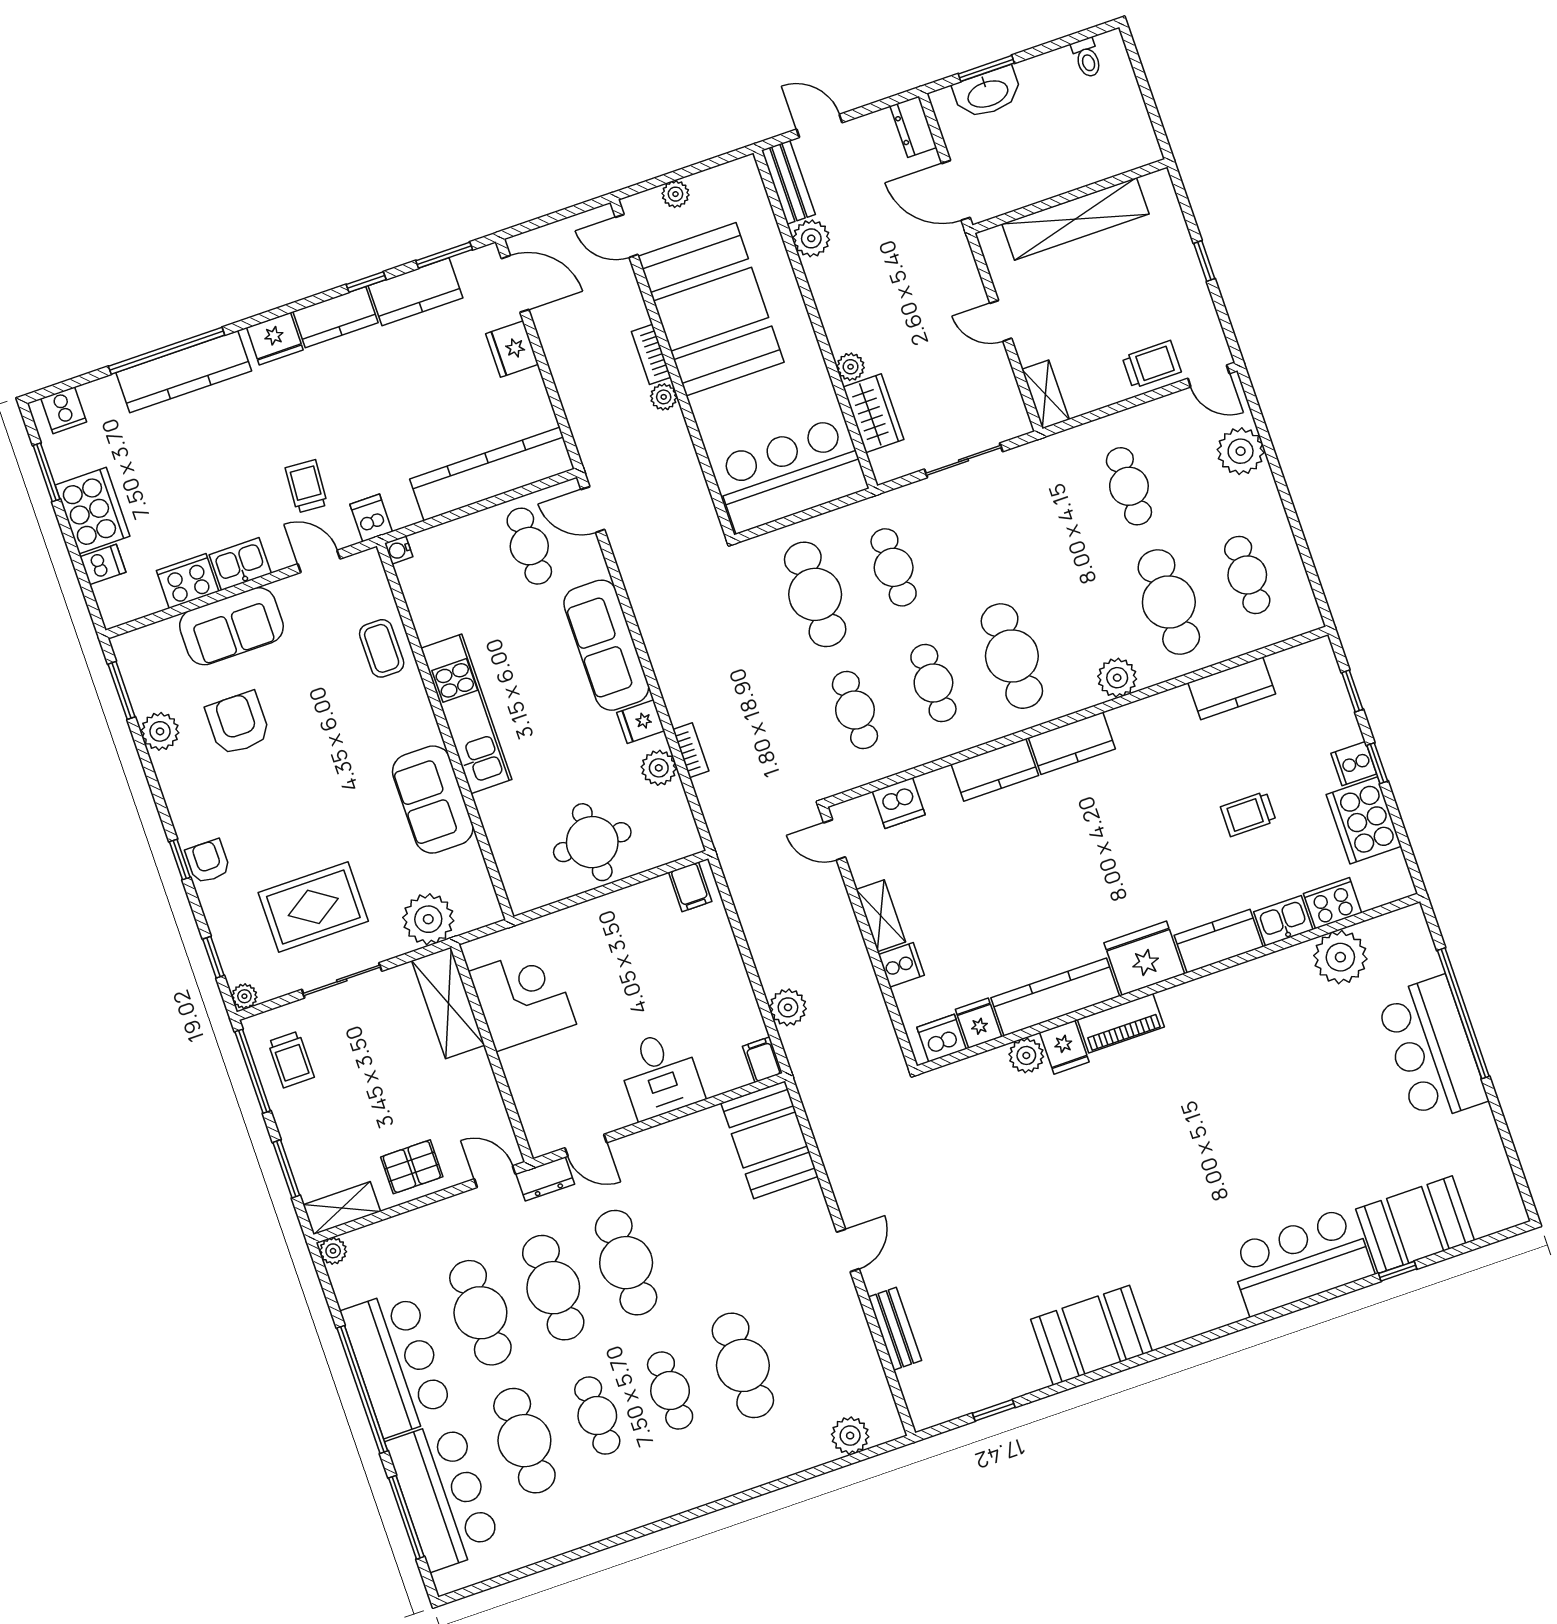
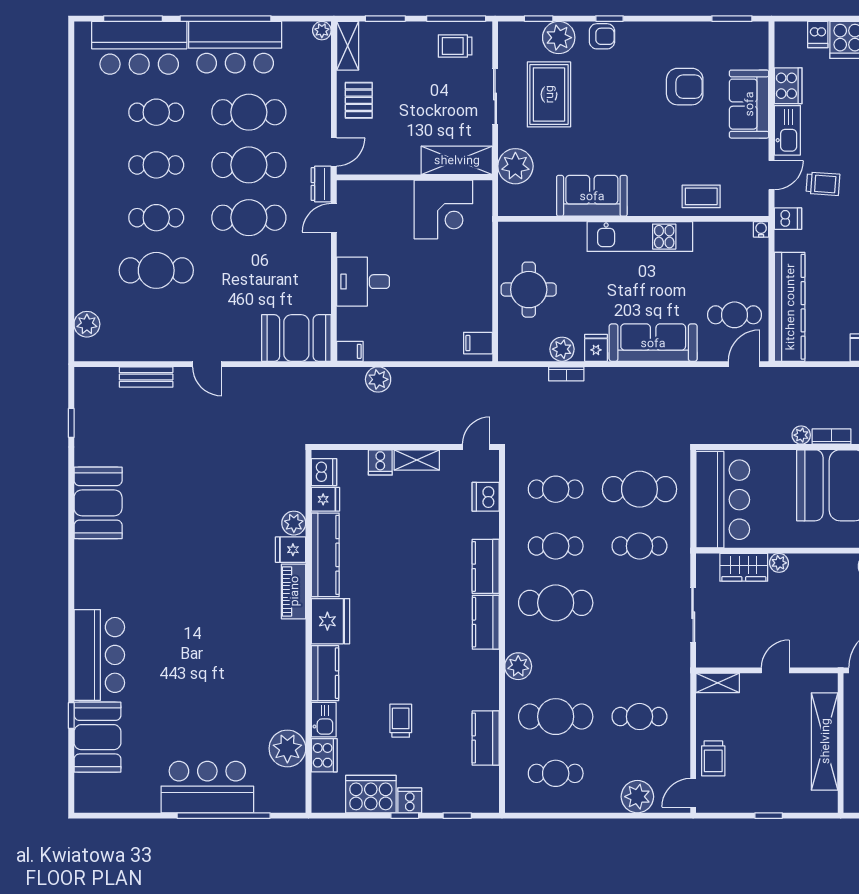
kitchen sink: (240, 564) -> (787, 130), width x1.38
plant: (160, 731) -> (697, 34), removed
plant: (244, 996) -> (559, 38), moved, width x1.88, depth x1.88
cafe table: (524, 1441) -> (156, 112), width x0.73, depth x0.74

